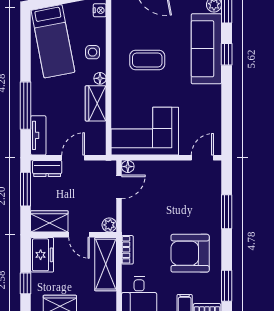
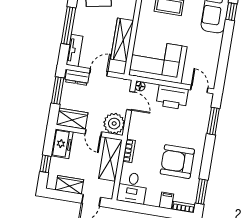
floor lamp: (100, 78) -> (130, 14), removed
wardrobe: (96, 103) -> (122, 40), width x1.50
door: (202, 158) -> (199, 89), hinge flipped
printer: (170, 174) -> (172, 97), added
door: (119, 187) -> (131, 101), hinge flipped
window: (227, 212) -> (213, 121), moved
plant: (109, 225) -> (114, 124), width x1.87, depth x1.87

